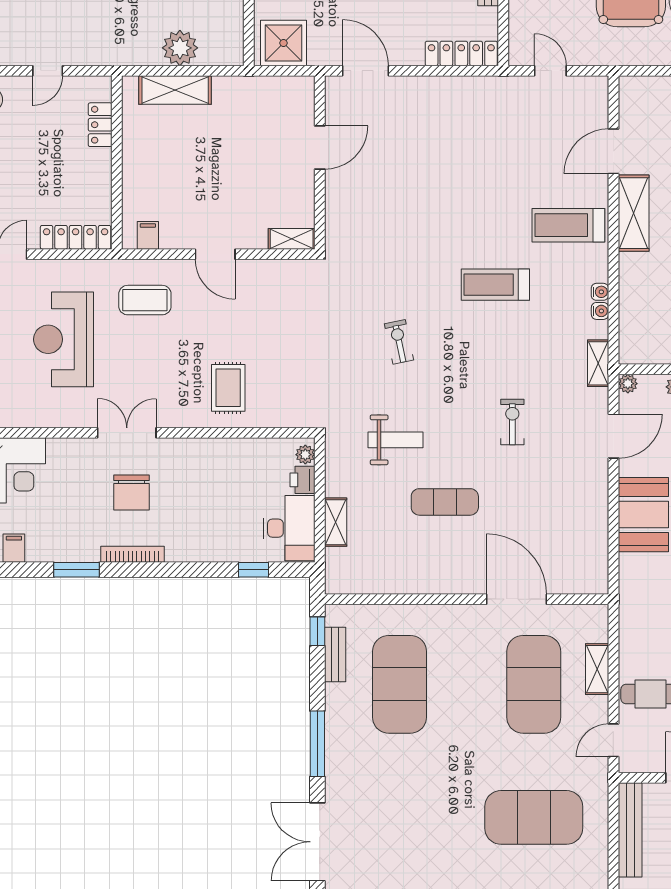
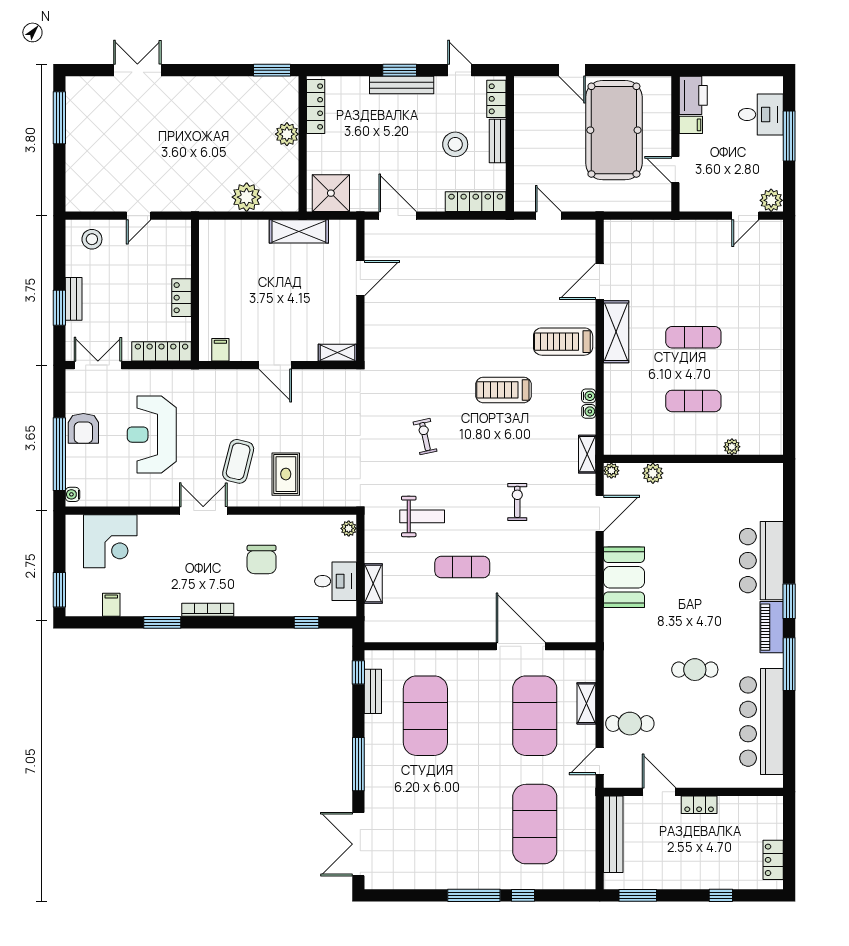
shelving: (175, 90) -> (299, 231), moved
locker: (100, 125) -> (181, 298), moved
coffee table: (145, 300) -> (238, 461), moved, turned -76
printer: (302, 480) -> (346, 549), removed
chair: (132, 493) -> (262, 559), moved
desk: (289, 528) -> (336, 581), width x0.73
exercise mat: (534, 817) -> (535, 824), turned 90

